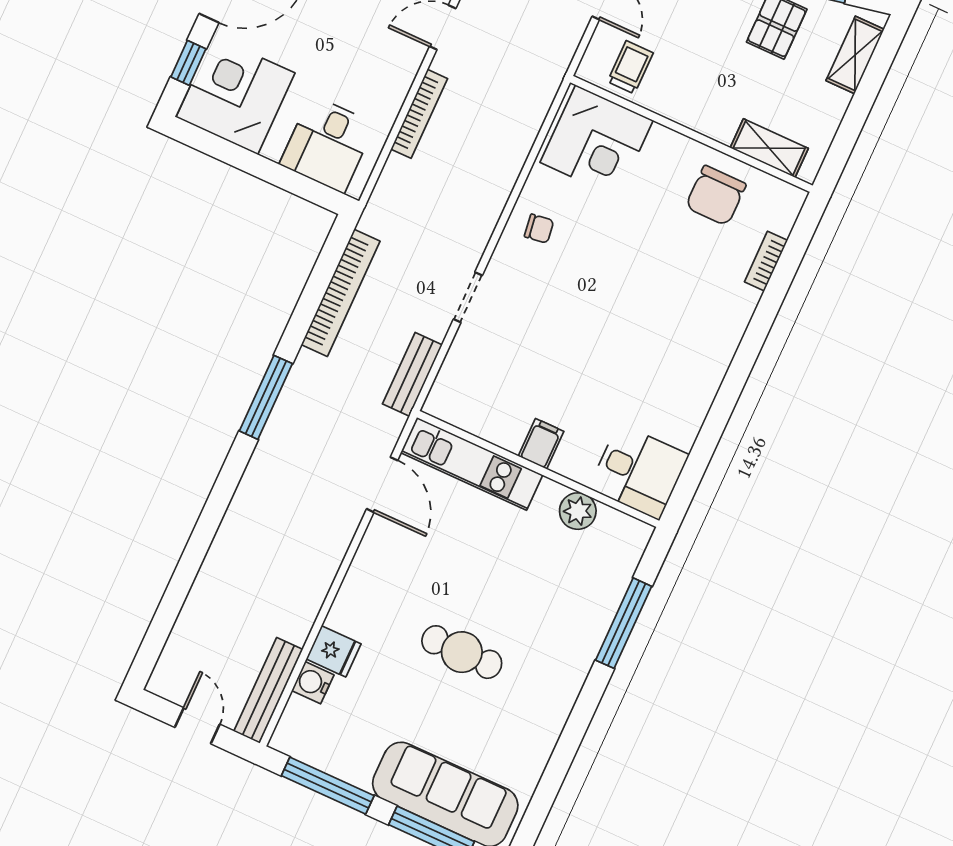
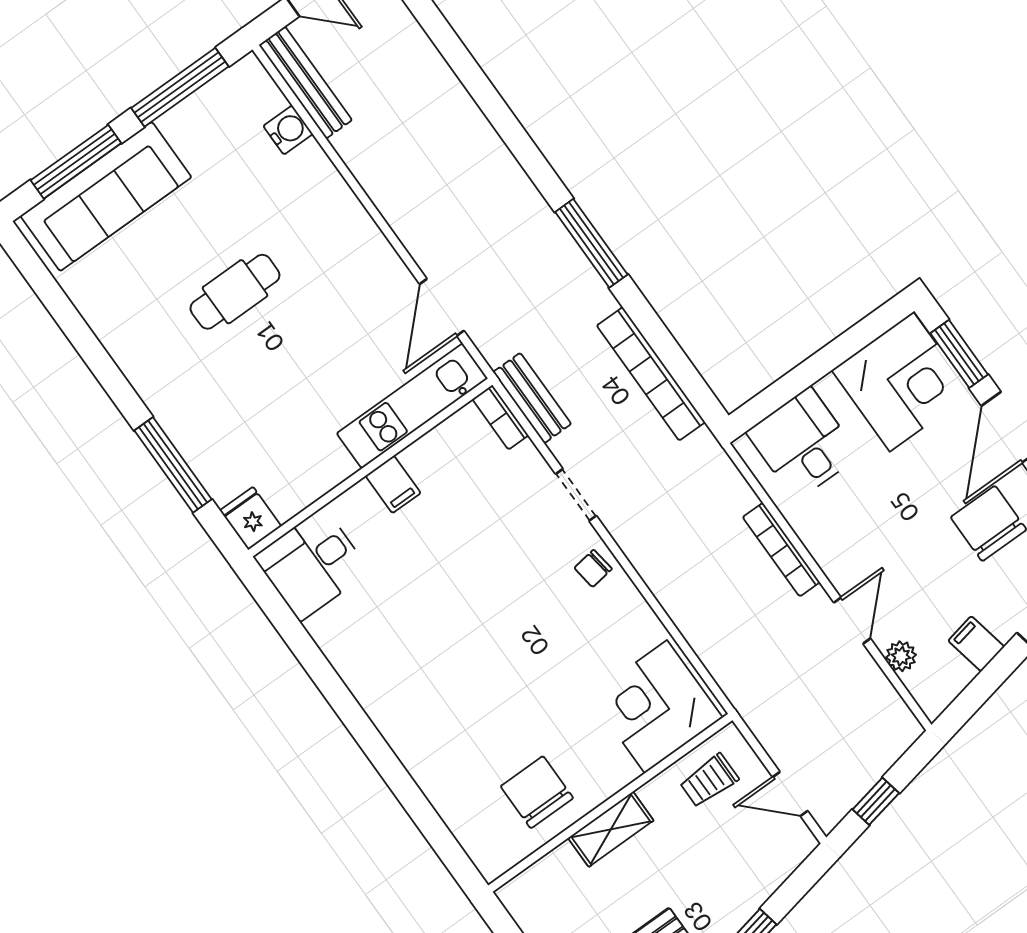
window: (188, 63) -> (959, 354), width x1.50
trolley: (630, 67) -> (709, 781), turned 90
shelving: (769, 148) -> (611, 829), moved
chair: (539, 229) -> (593, 568), moved
bookcase: (766, 261) -> (500, 417), moved, turned 180
door: (382, 485) -> (442, 307), hinge flipped
plant: (578, 511) -> (307, 483), removed
fridge: (334, 651) -> (251, 518), moved, turned 90

